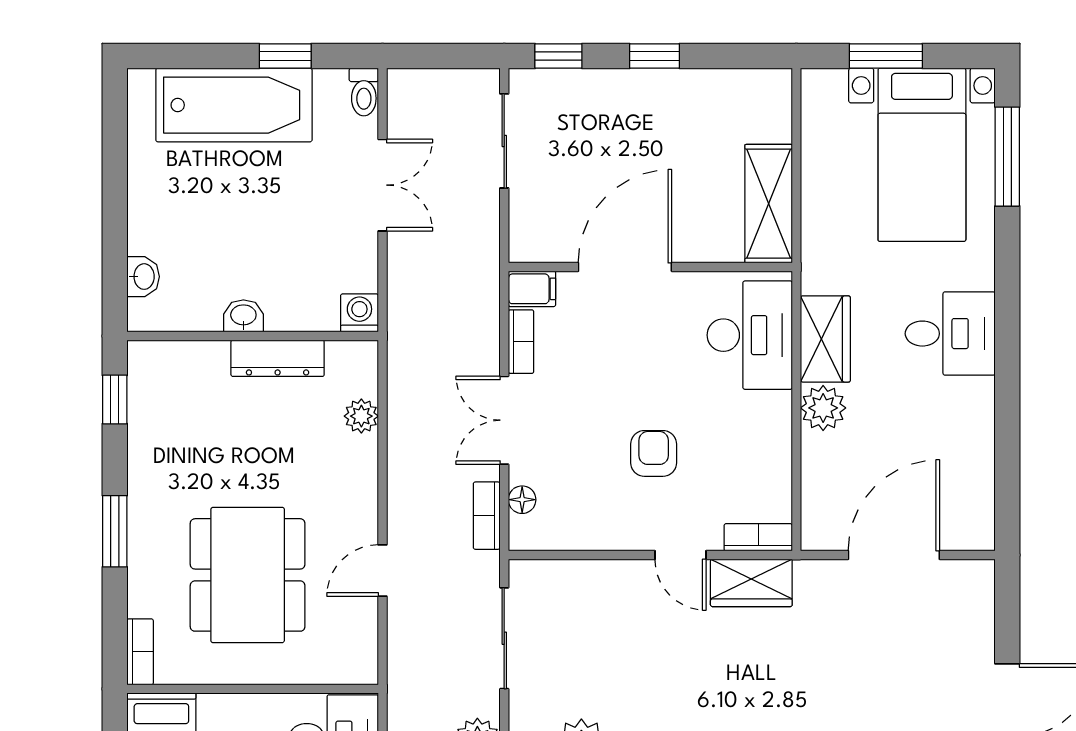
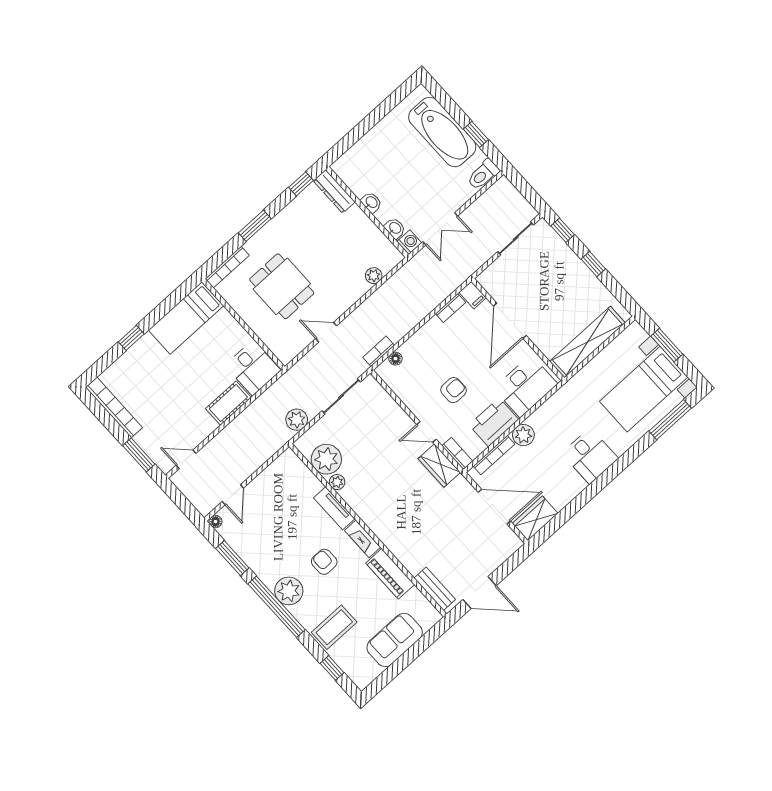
toilet: (364, 92) -> (483, 174), width x1.37, depth x1.39
double door: (383, 185) -> (440, 229), moved
shelving: (769, 204) -> (587, 342), width x1.47
door: (625, 267) -> (510, 321), swing flipped
washbasin: (143, 277) -> (395, 228), moved, turned -90
wardrobe: (825, 339) -> (535, 518), moved, turned 180
dresser: (278, 358) -> (334, 191), moved
double door: (504, 420) -> (418, 327), removed
printer: (761, 436) -> (494, 422), added
bookcase: (813, 482) -> (494, 455), added
door: (681, 555) -> (426, 432), hinge flipped
dining table: (248, 575) -> (282, 286), width x0.73
bookcase: (140, 652) -> (227, 267), width x1.56

